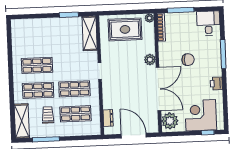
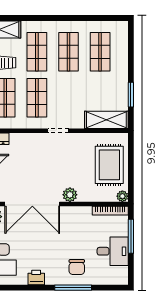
desk: (208, 23) -> (113, 251), moved
shop shelf: (36, 40) -> (100, 52), added
chair: (188, 60) -> (77, 267), moved

